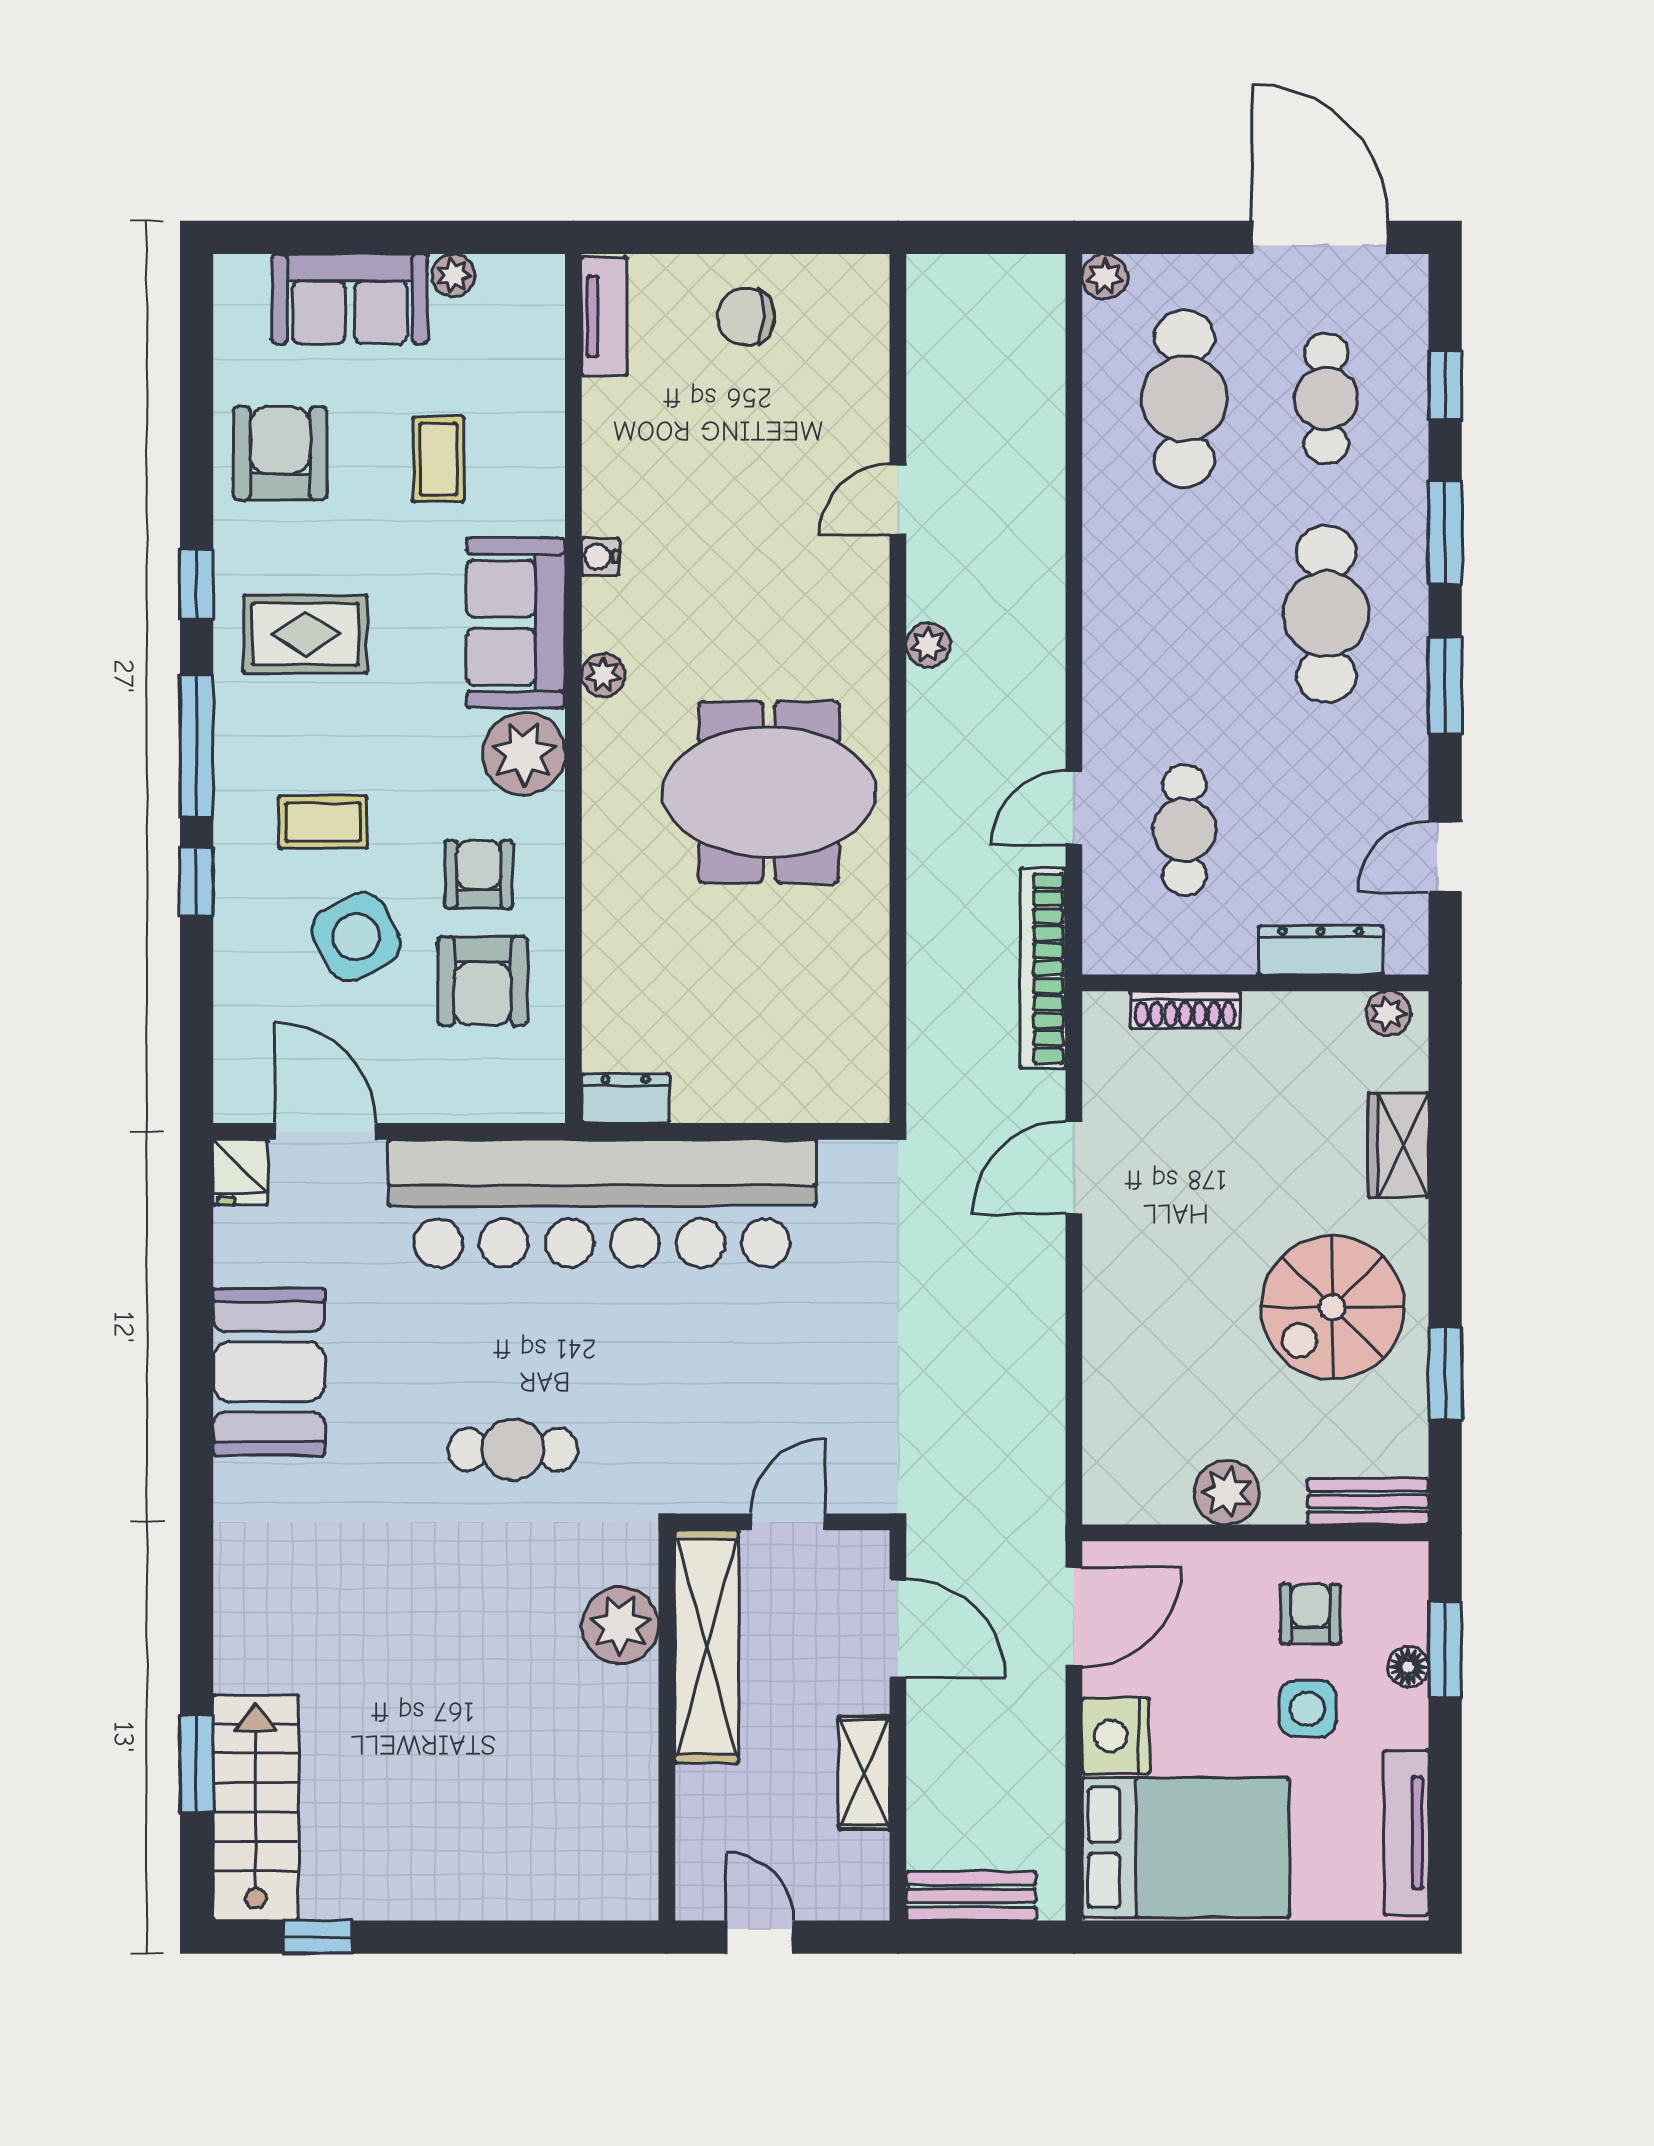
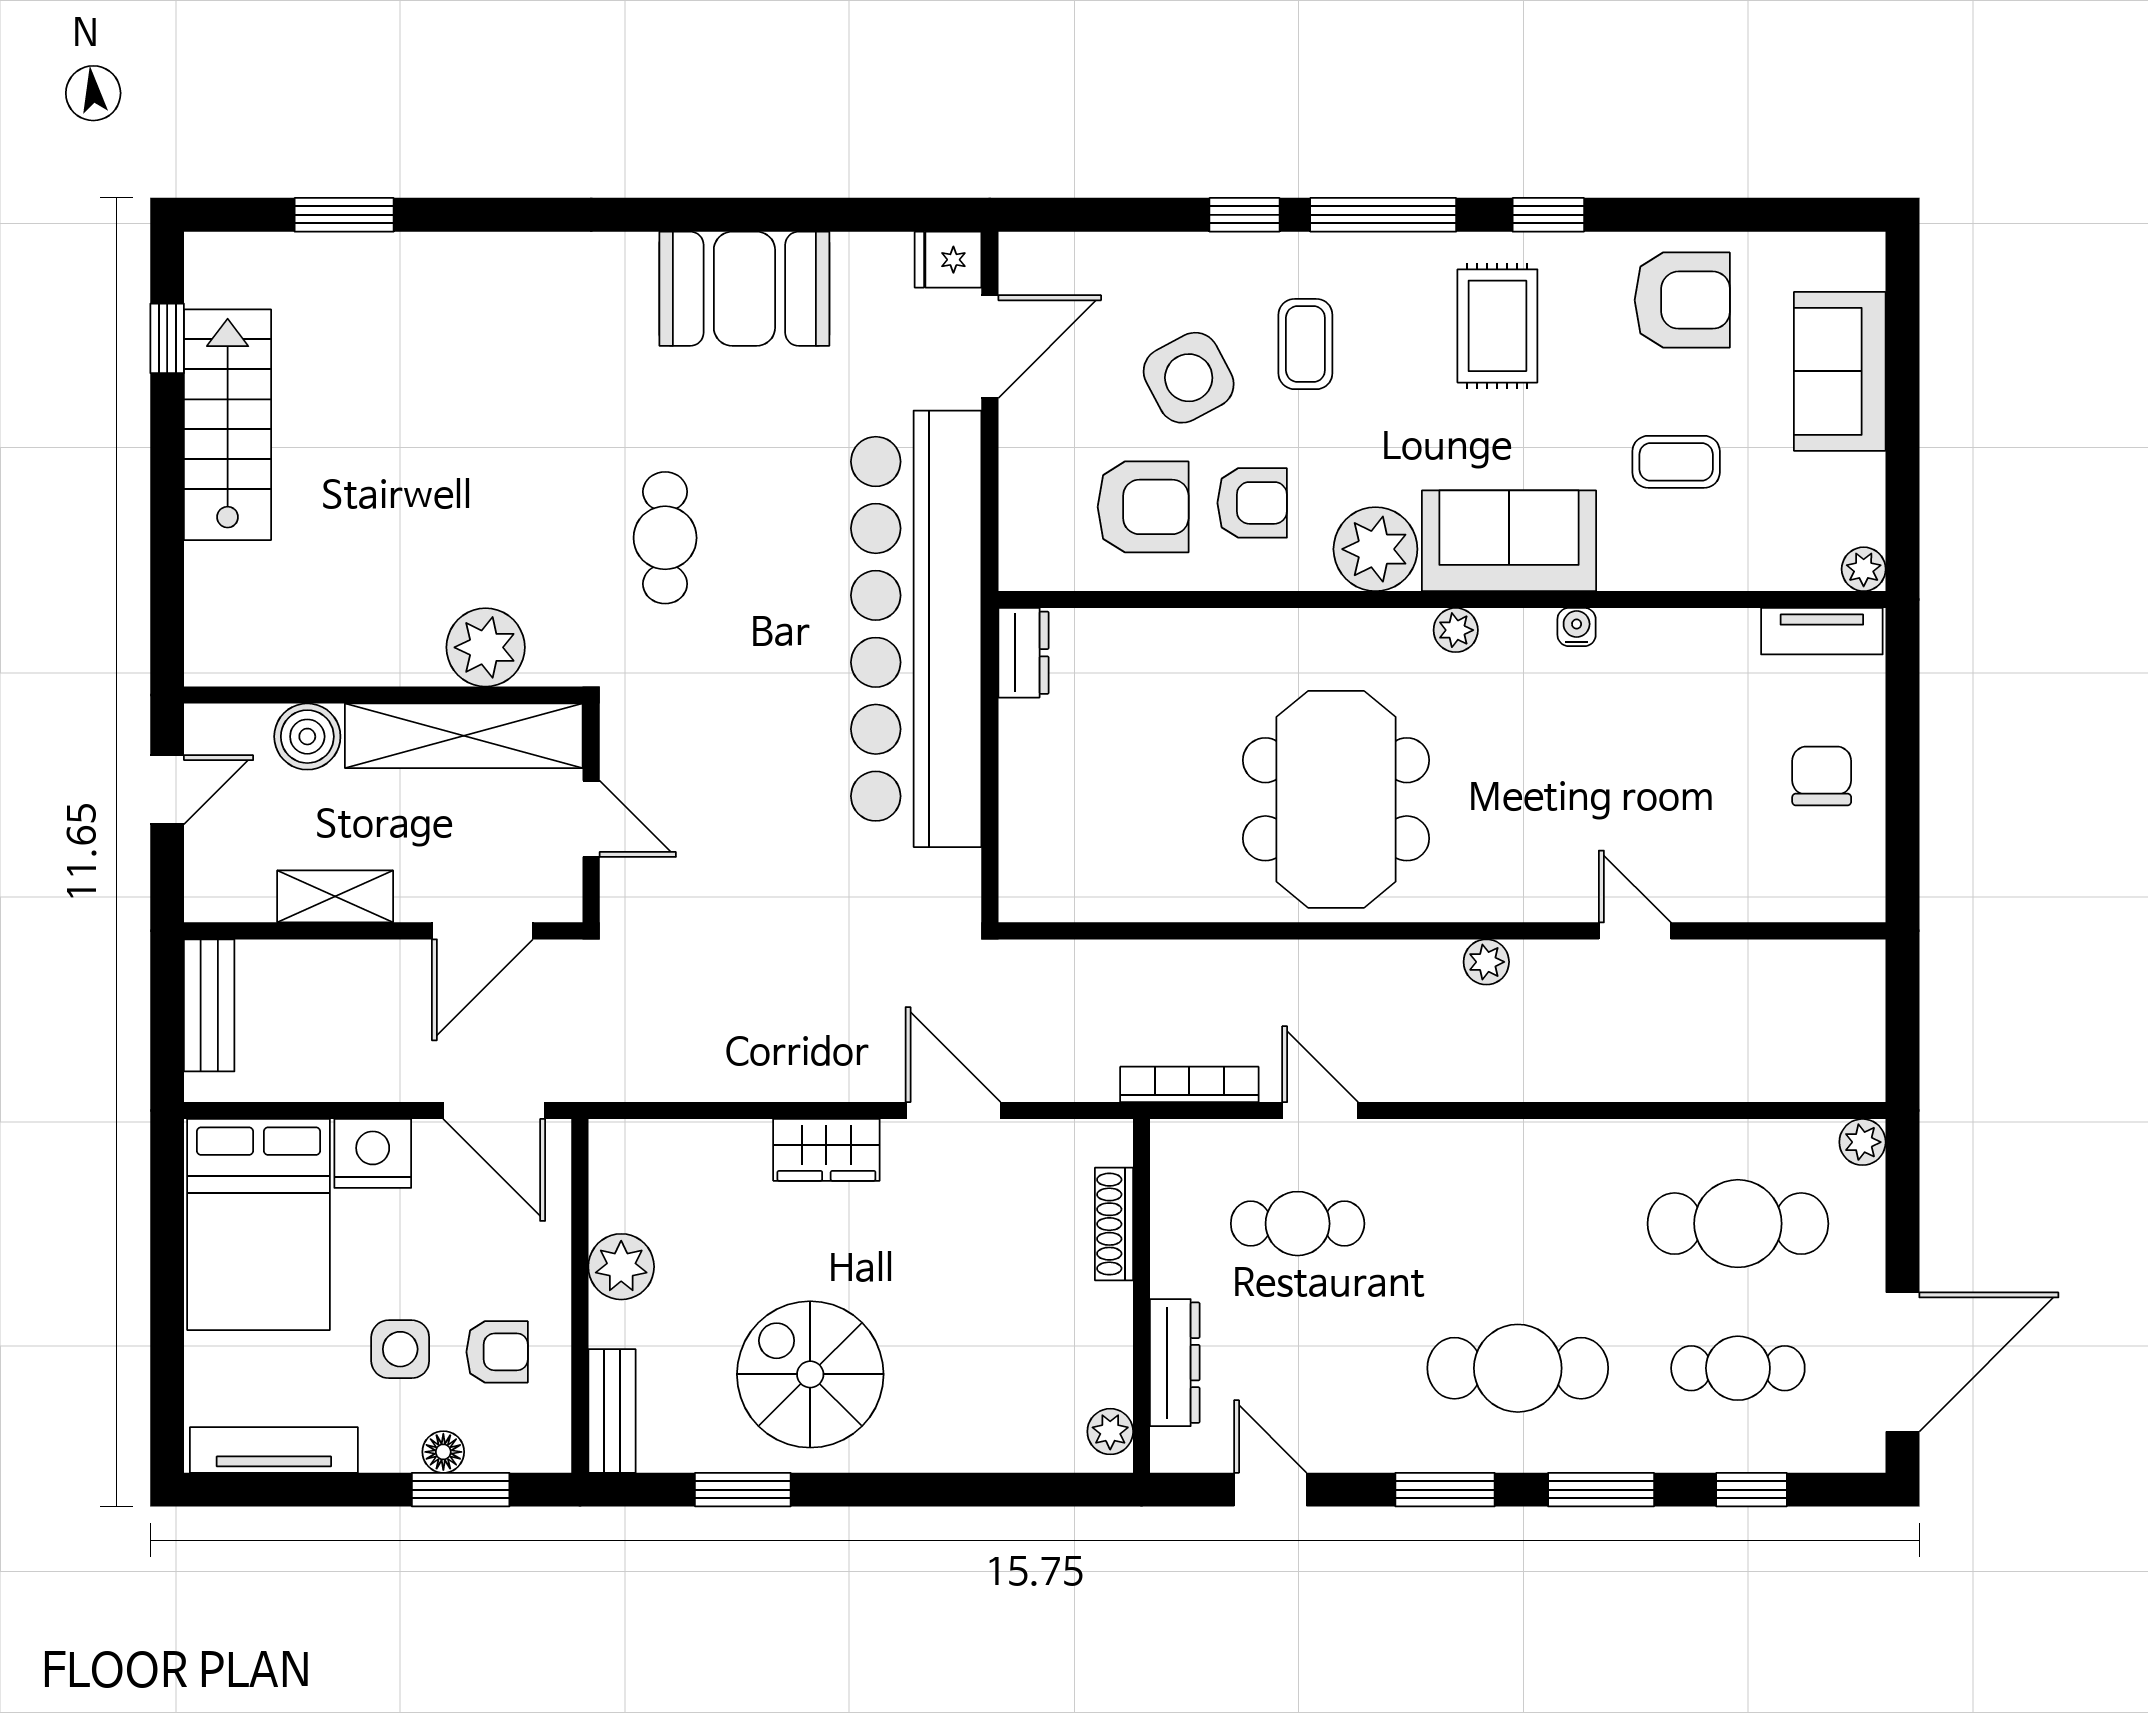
plant: (454, 275) -> (1864, 569), moved
bookcase: (1043, 968) -> (1189, 1084), width x0.68, depth x0.76
armchair: (483, 981) -> (1143, 507), turned 180
wardrobe: (1398, 1145) -> (826, 1150), moved, turned 180
boiler: (708, 1800) -> (307, 737), added
stairs: (256, 1808) -> (228, 425), moved, turned -90

